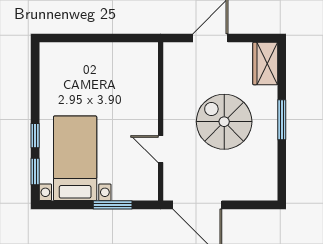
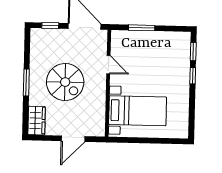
bed with nightstands: (75, 158) -> (138, 111), moved, turned -90
window: (248, 205) -> (50, 26), added

